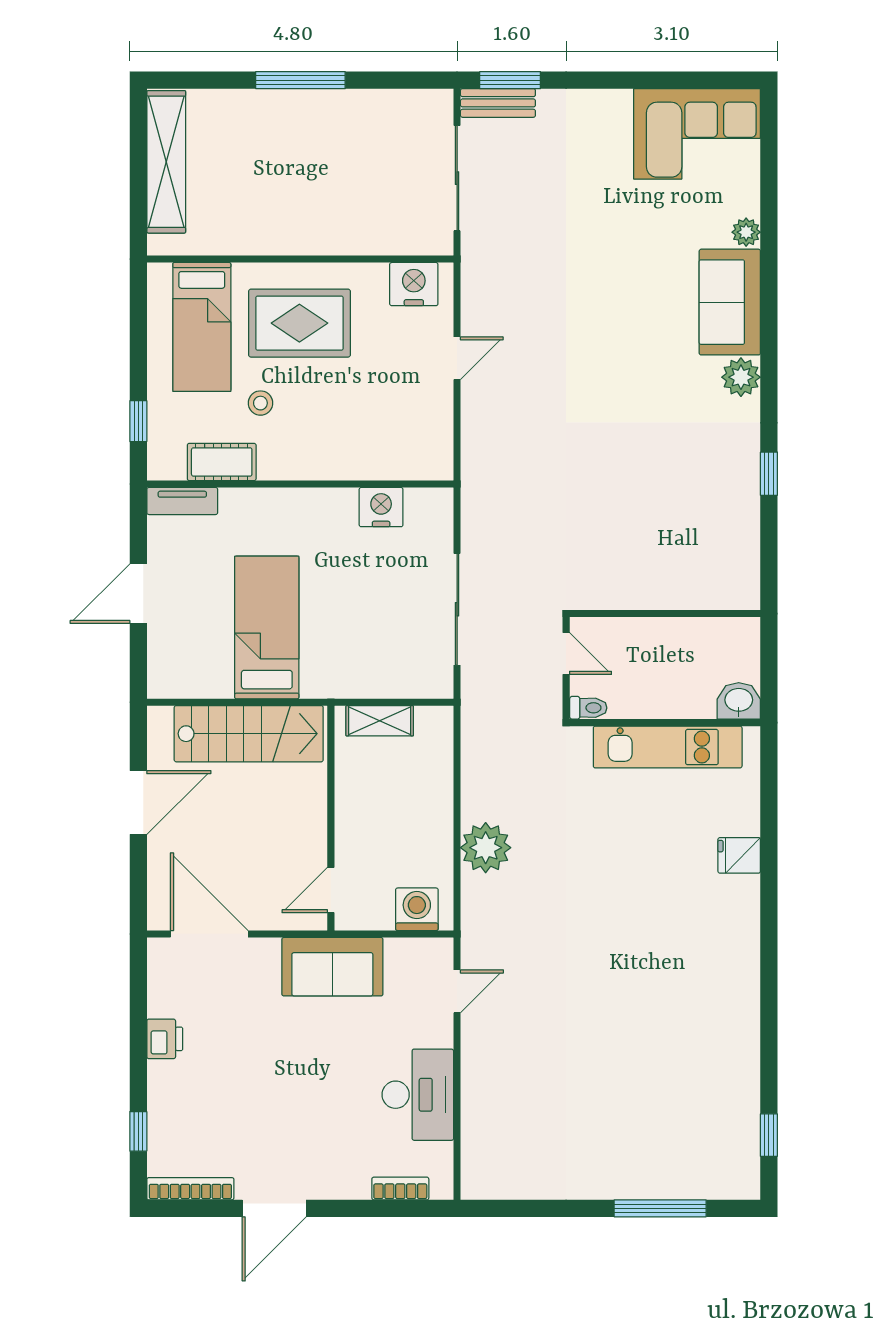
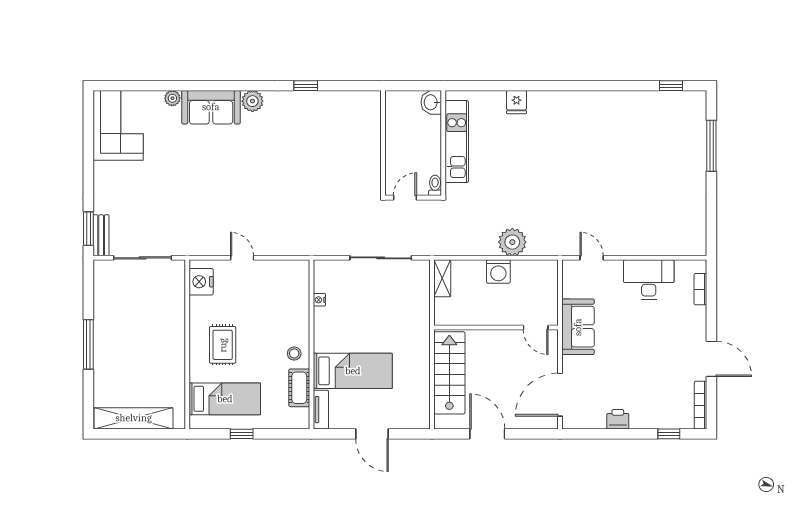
rug: (299, 323) -> (223, 345), width x0.73, depth x0.70
stool: (260, 403) -> (294, 354), moved
window: (138, 421) -> (242, 434), moved
nightstand: (381, 507) -> (319, 300), width x0.53, depth x0.56
bed: (267, 627) -> (353, 371), moved, turned 180
shelving: (380, 721) -> (442, 278), moved
washing machine: (417, 909) -> (498, 271), moved, turned -90

